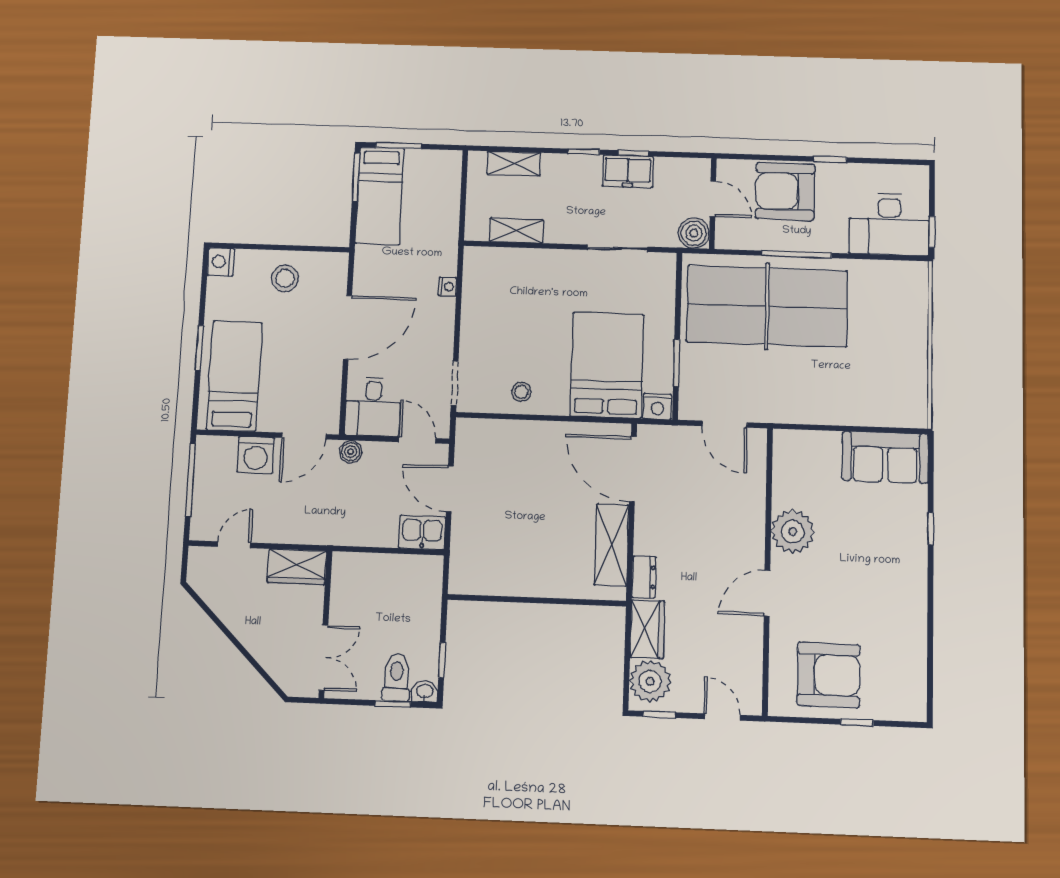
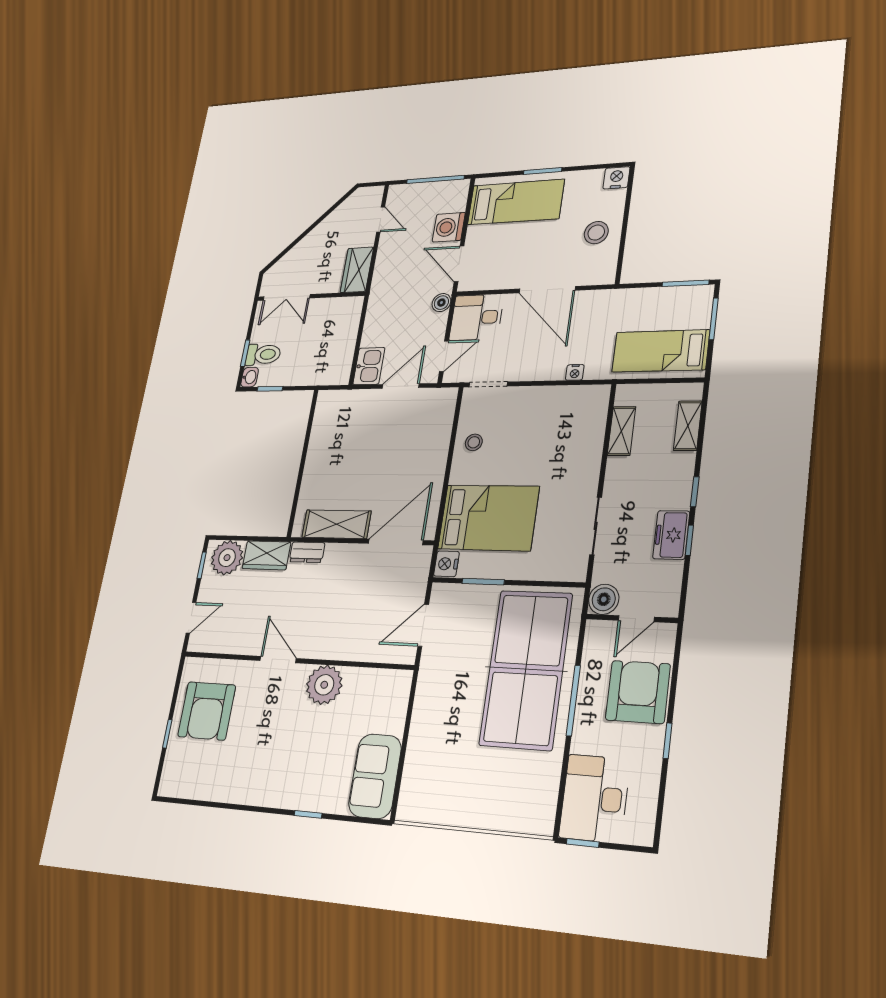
bed: (380, 196) -> (661, 351), moved

